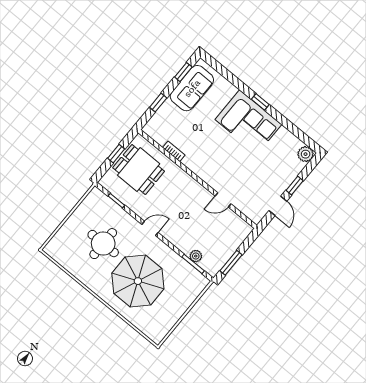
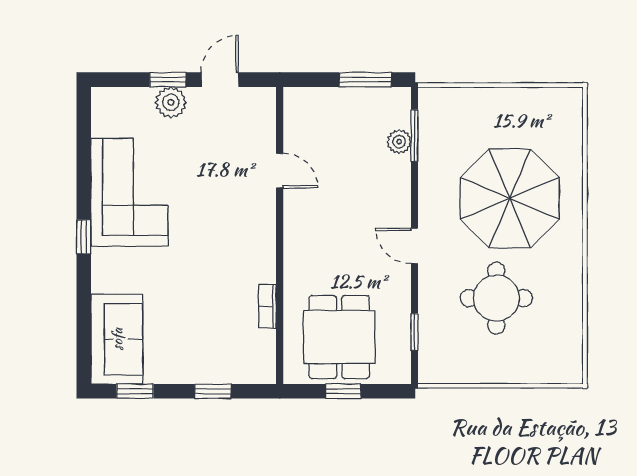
sofa: (192, 88) -> (117, 339), moved, turned 90
corner sofa: (248, 122) -> (129, 192), moved
plant: (306, 154) -> (171, 102), moved

